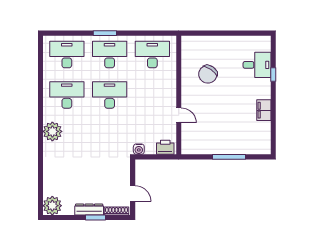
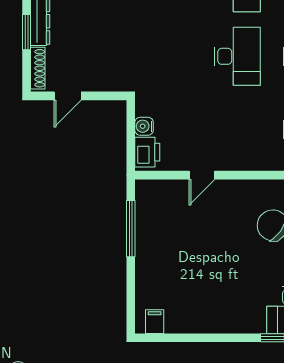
filing cabinet: (264, 110) -> (155, 322), moved, width x0.50
water cooler: (139, 149) -> (144, 126), moved
window: (229, 157) -> (131, 229), moved

